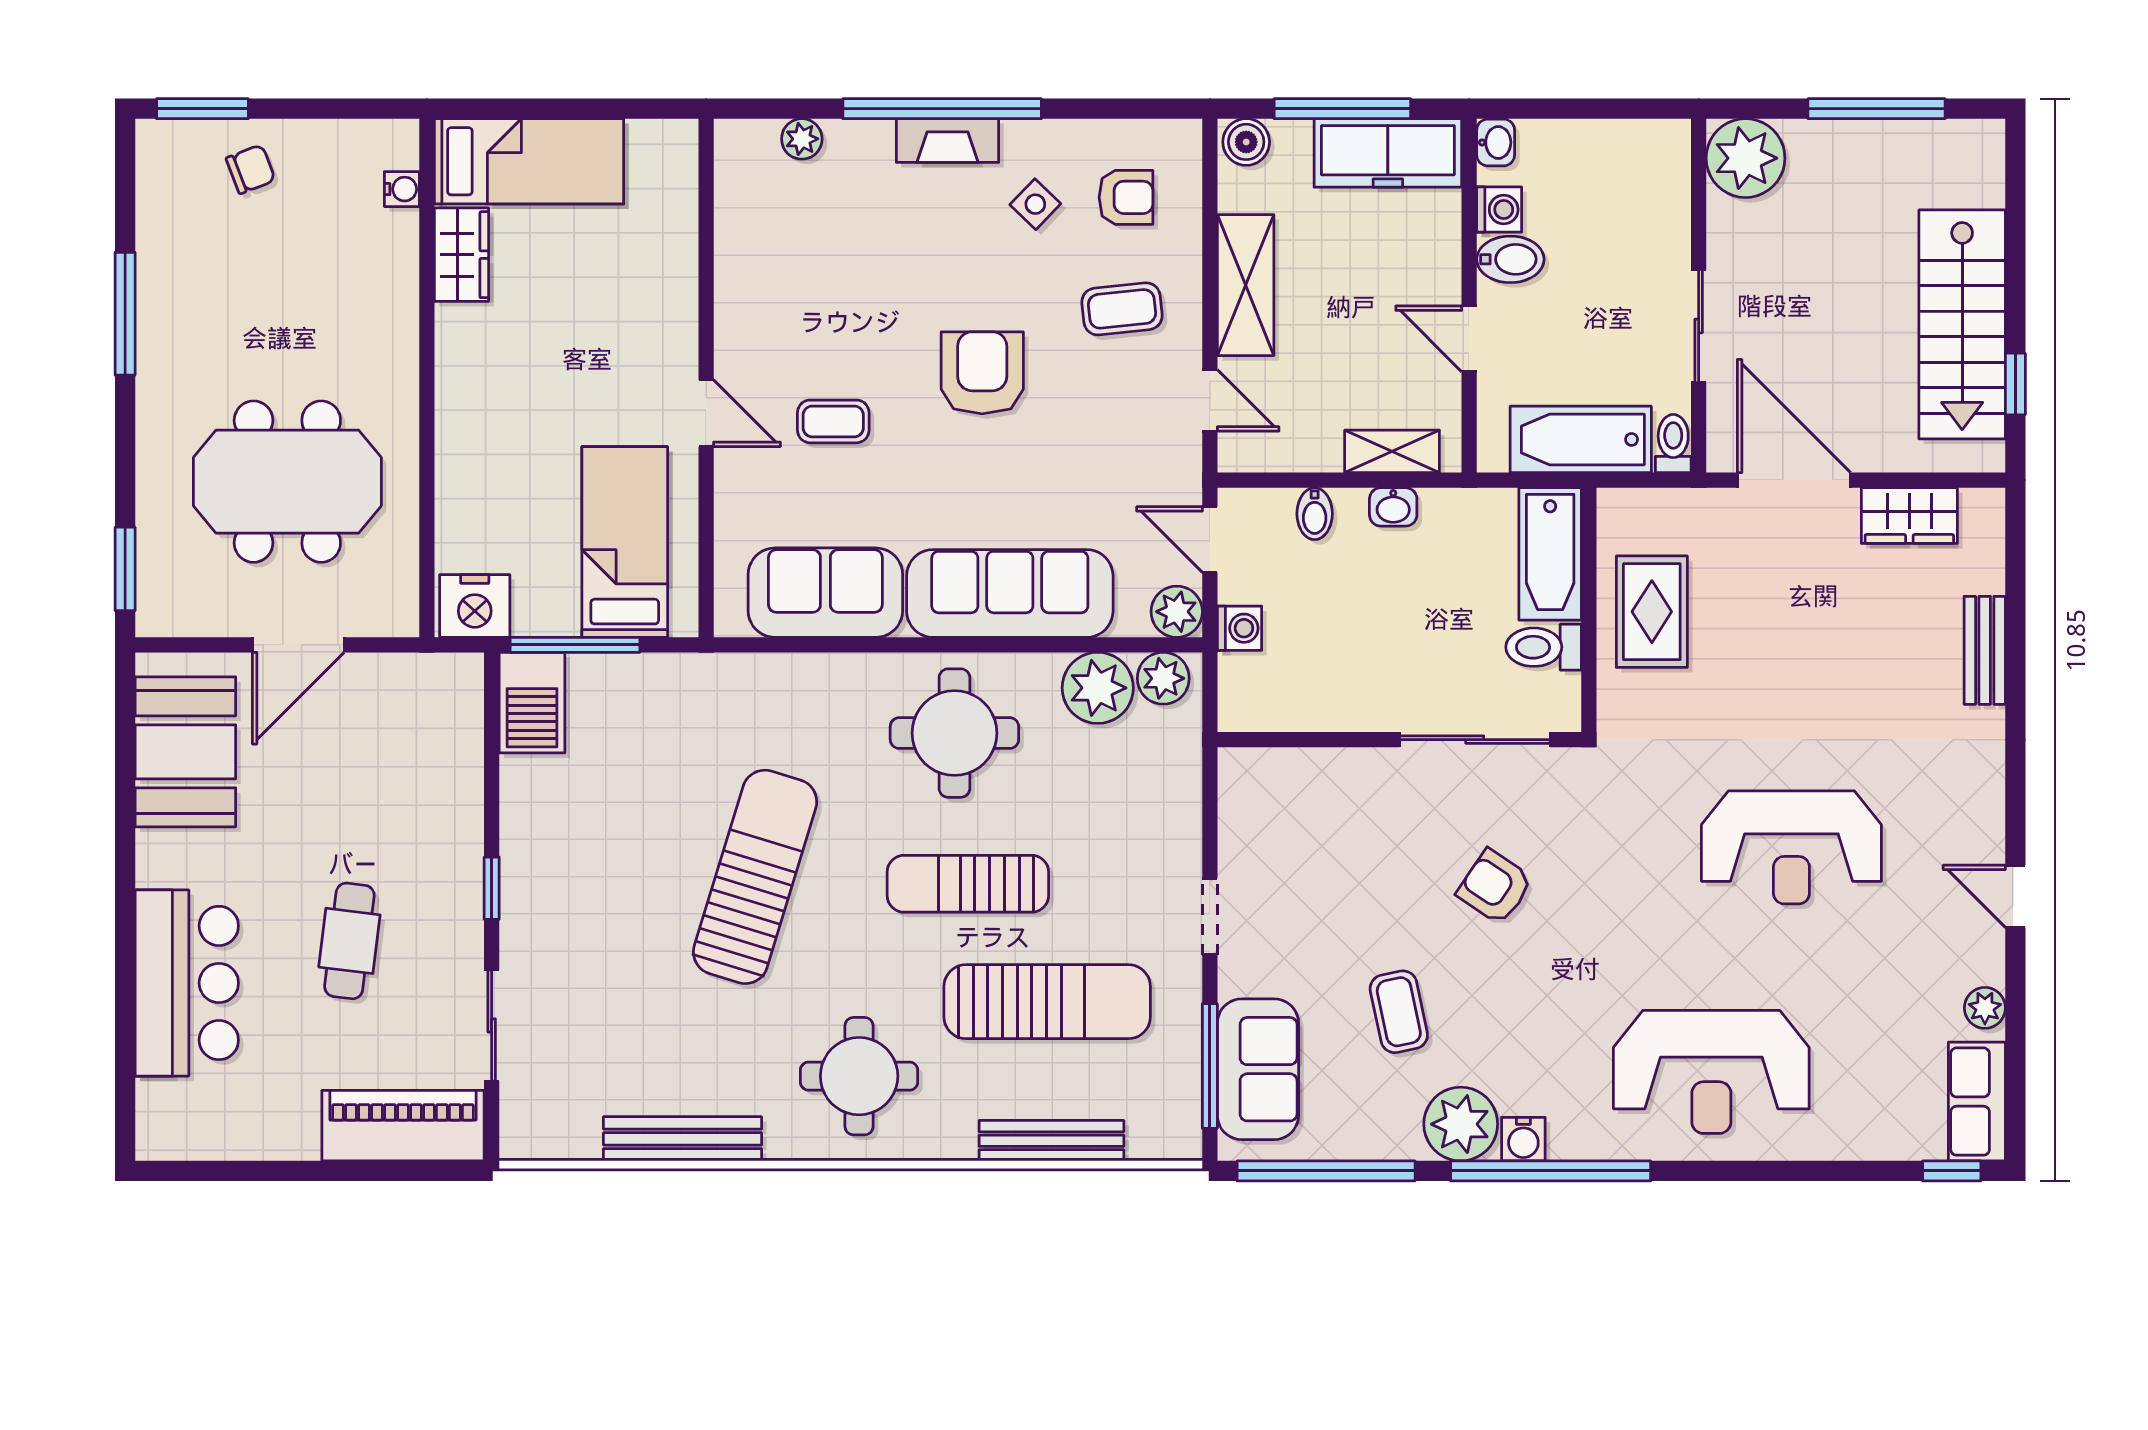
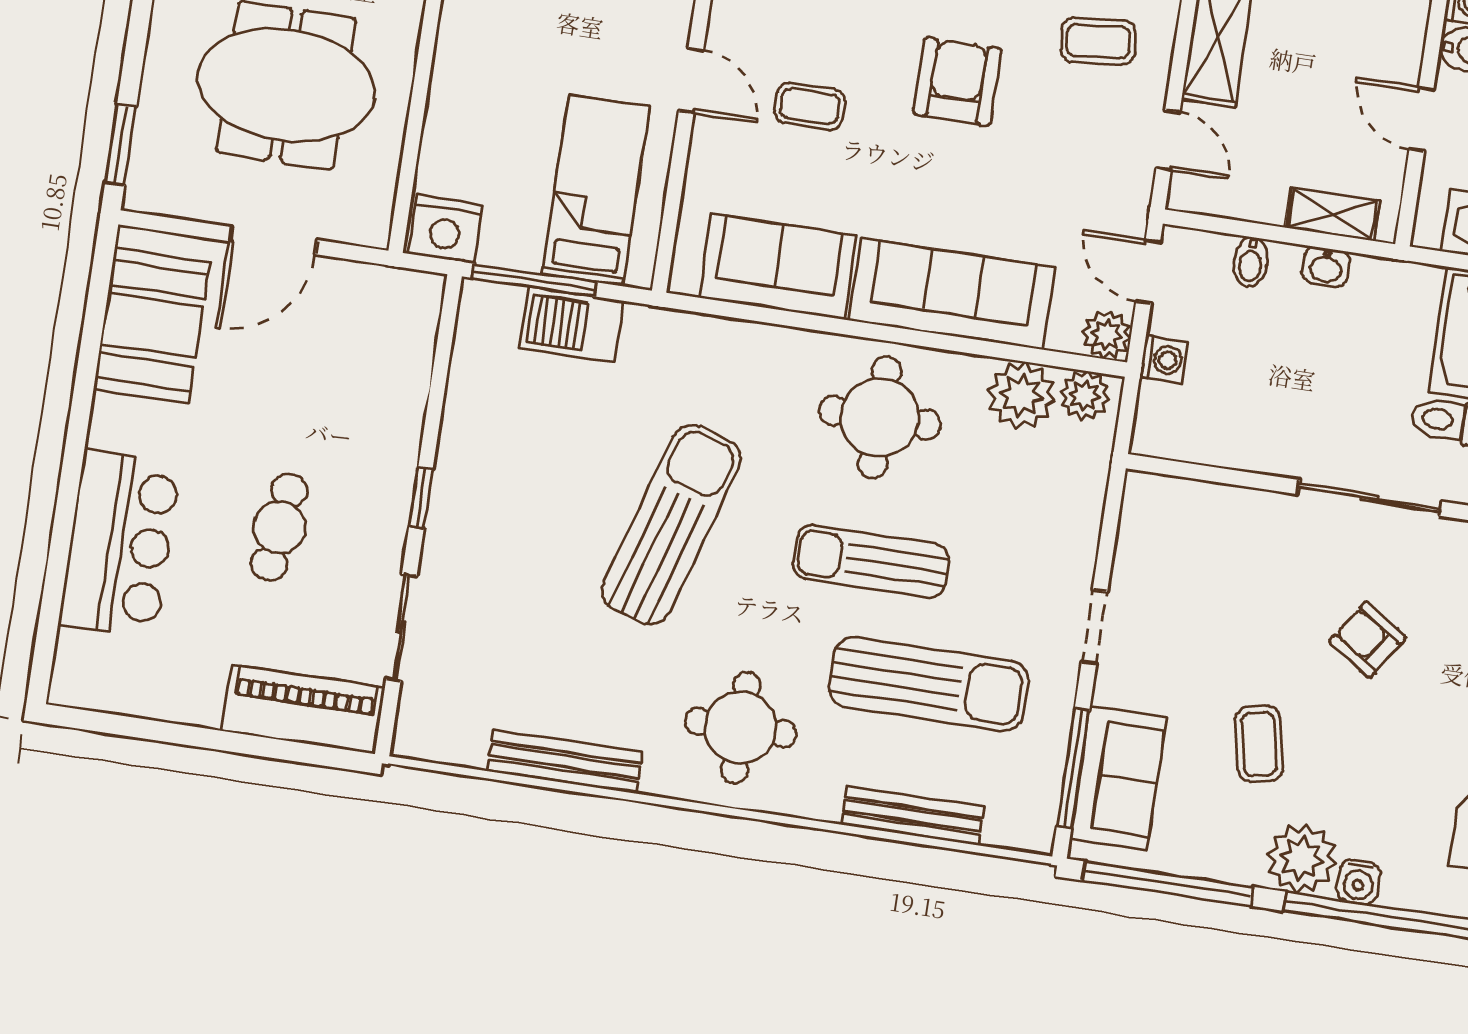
barbecue: (532, 703) -> (572, 325), moved, turned 90

